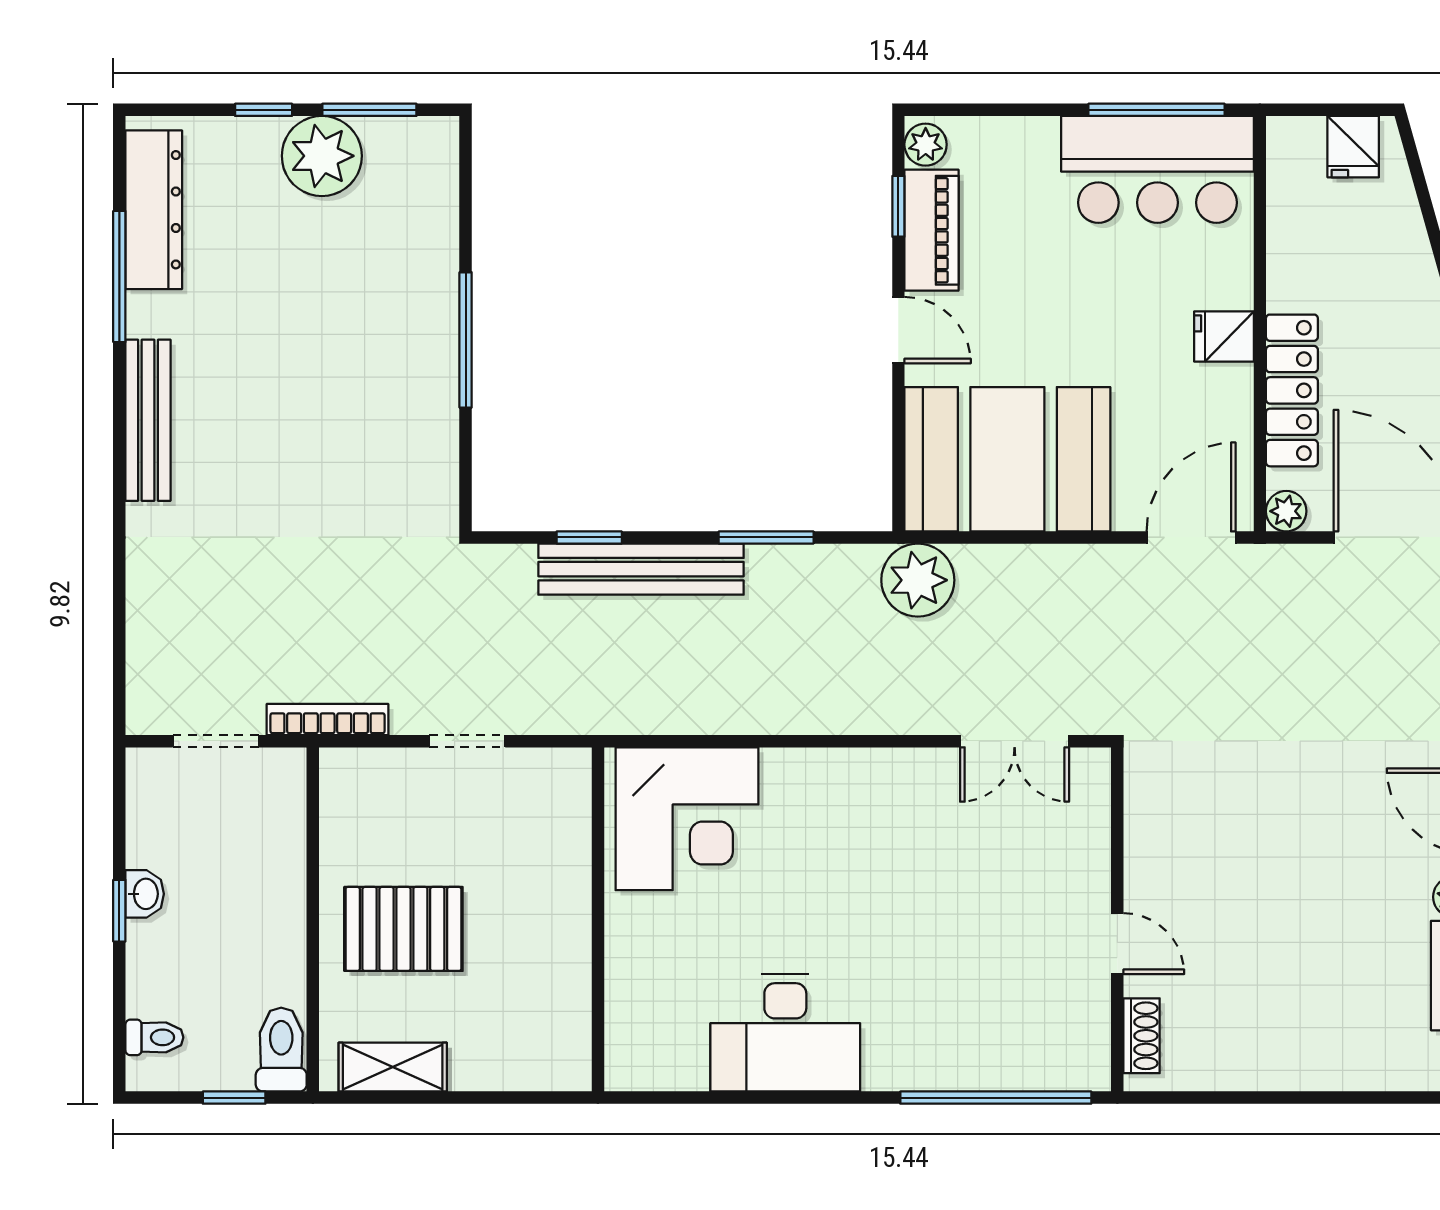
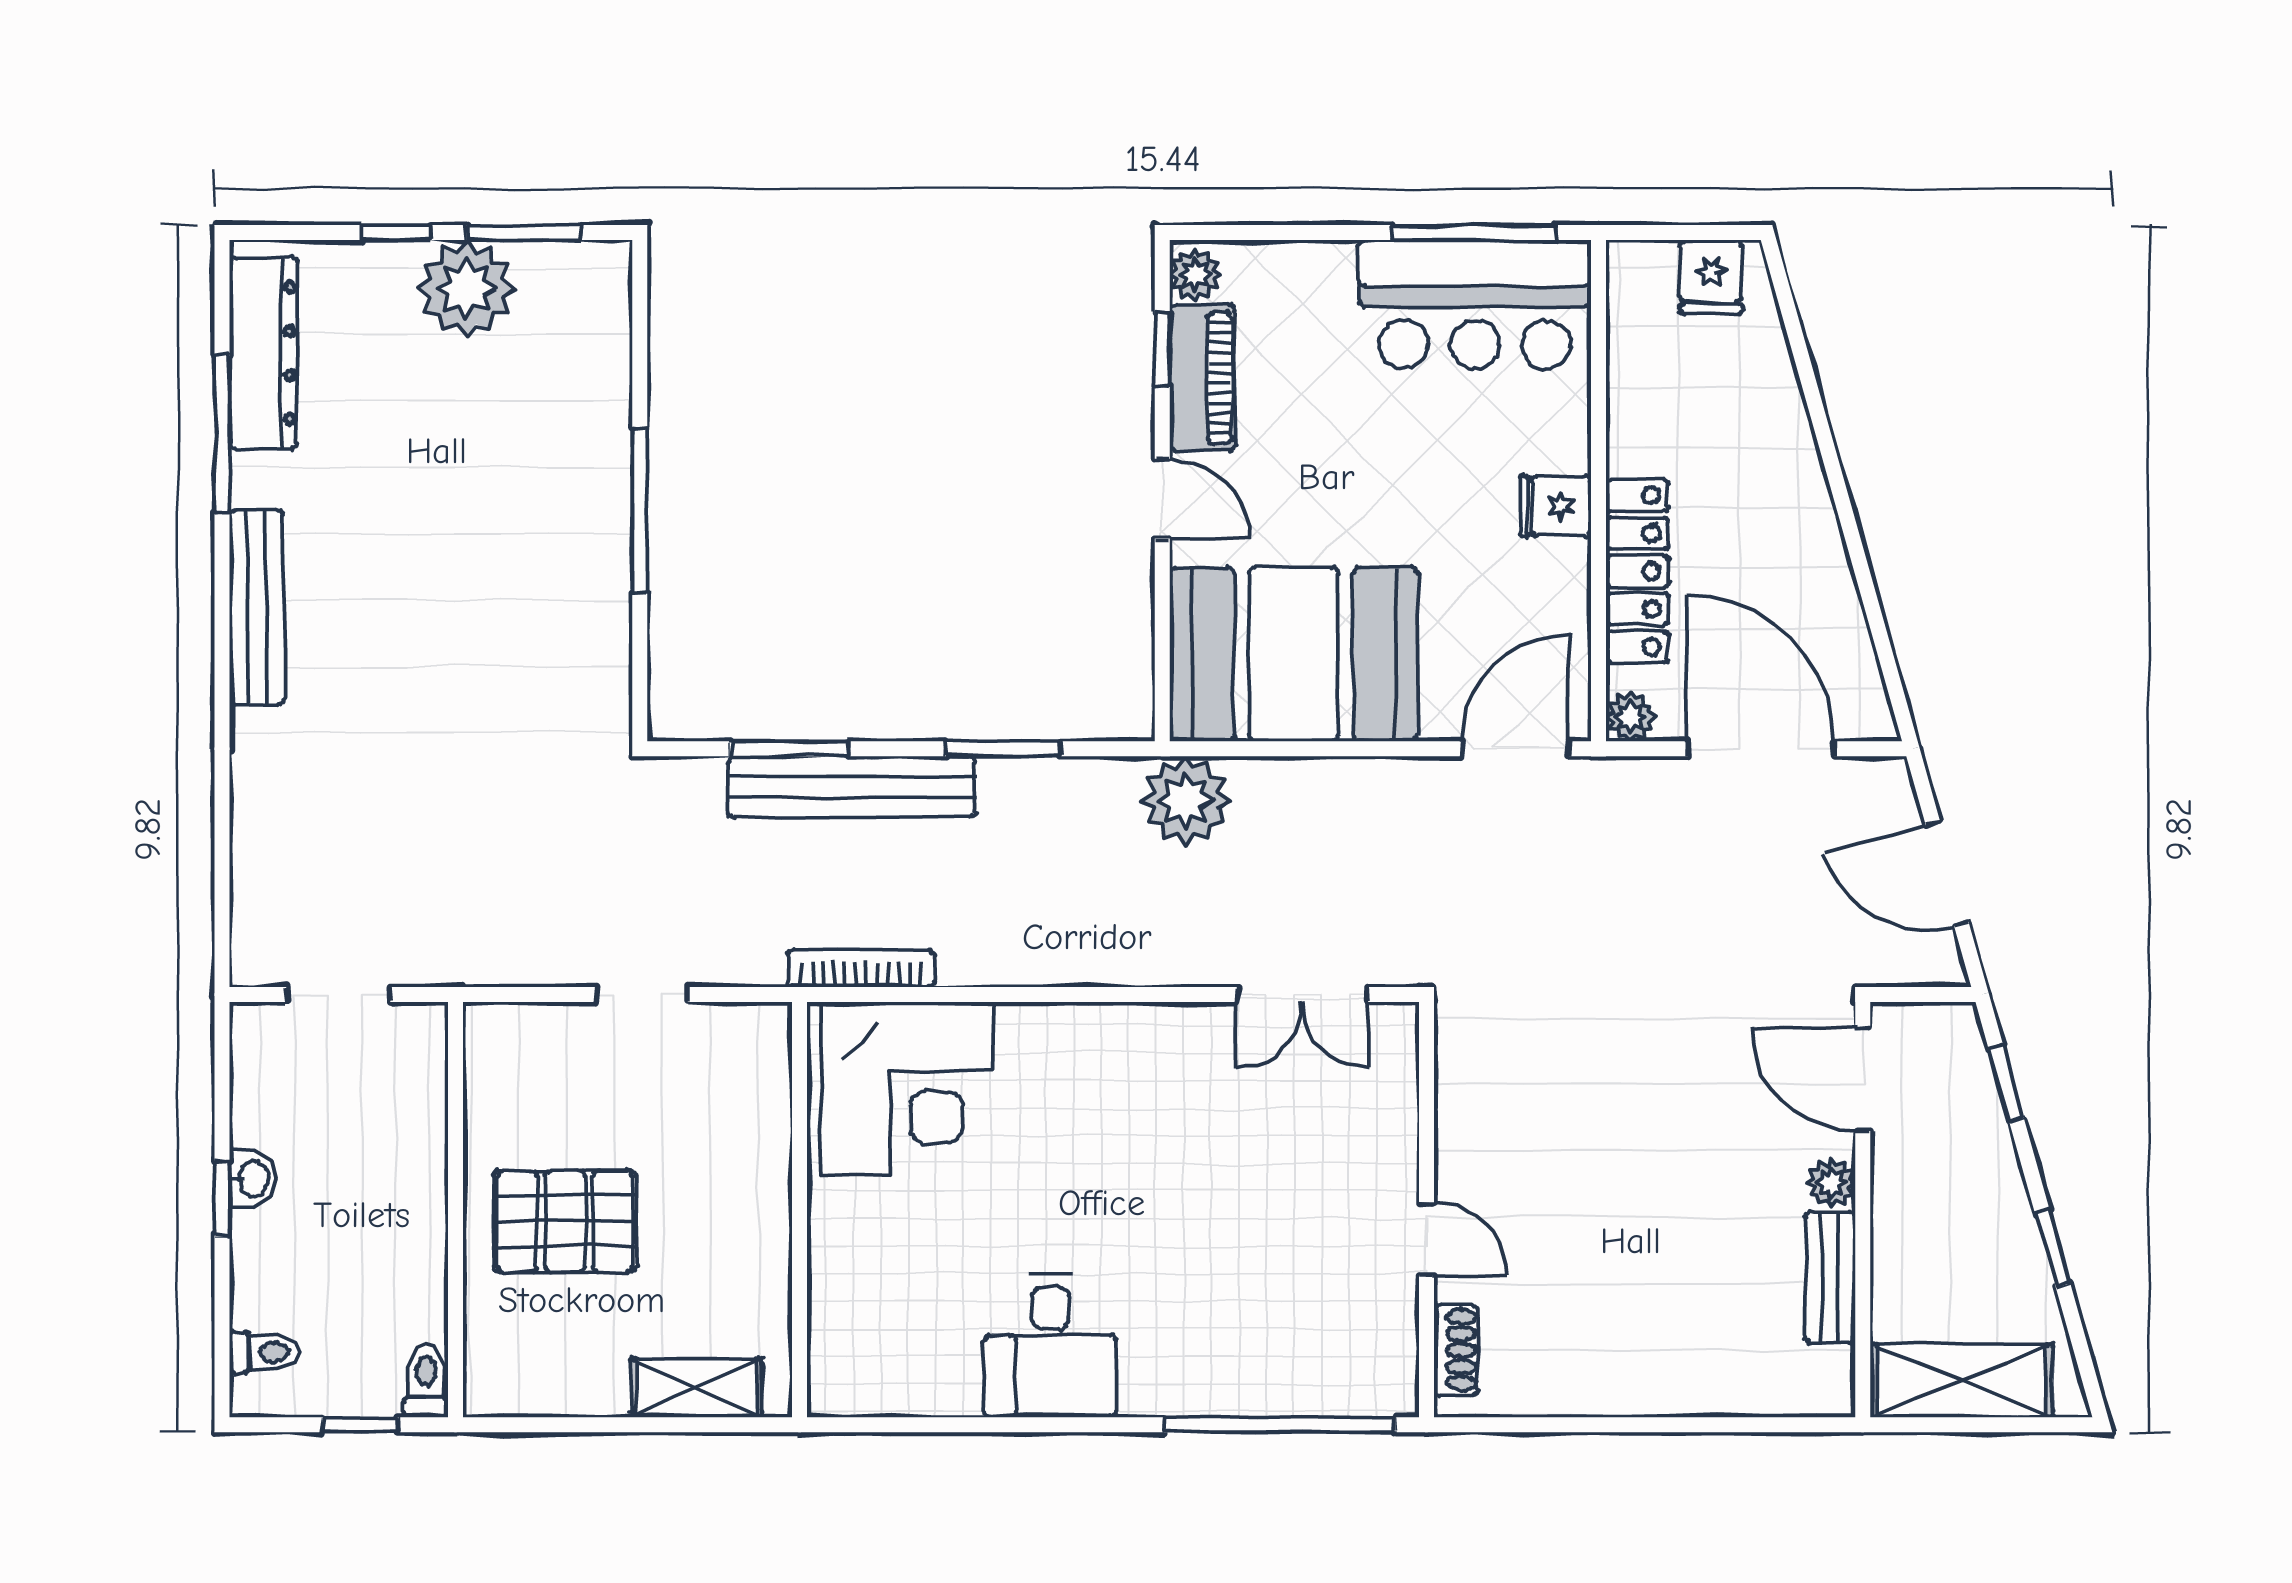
window: (589, 537) -> (789, 749), width x1.50
bookcase: (328, 719) -> (861, 968), moved
desk: (785, 1033) -> (1050, 1346), width x0.73
toilet: (281, 1050) -> (426, 1381), width x0.73, depth x0.72
shelving: (393, 1067) -> (696, 1388), moved

